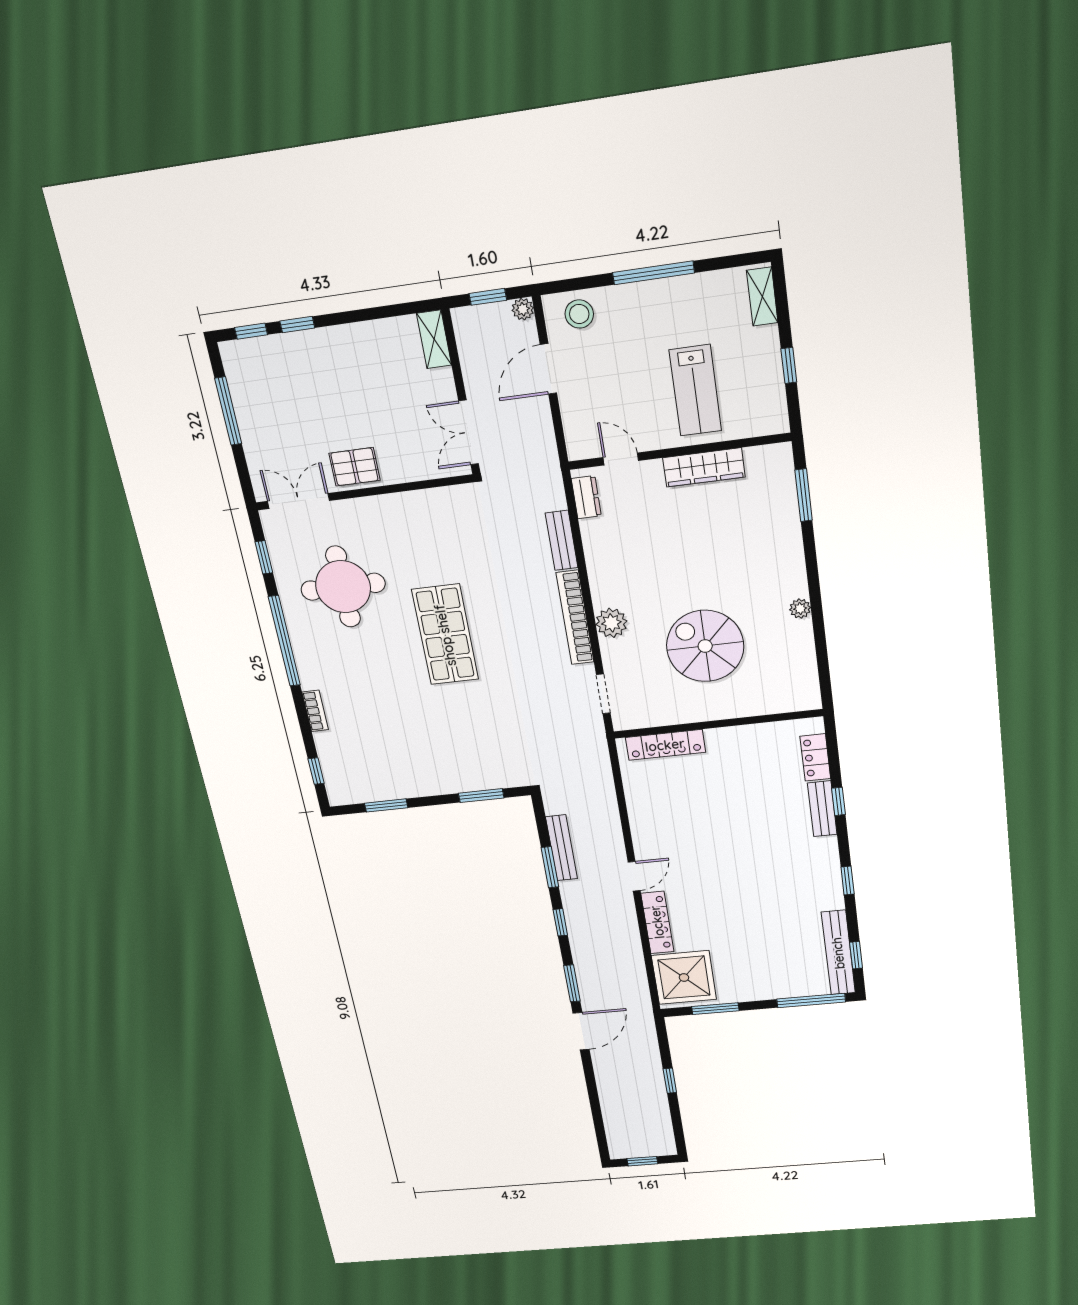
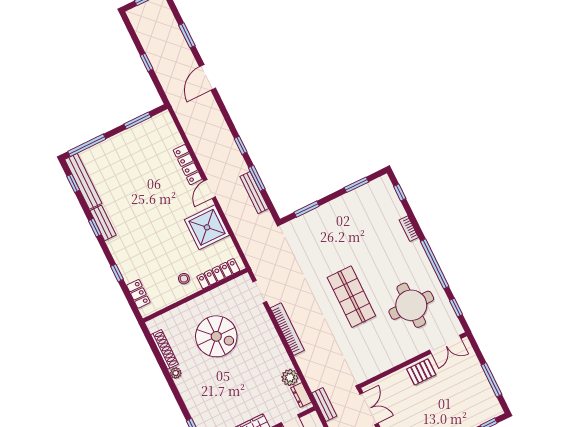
bench: (562, 540) -> (324, 404), moved
plant: (611, 623) -> (290, 377), moved
shoe rack: (805, 654) -> (164, 349), added
stool: (728, 756) -> (184, 279), added
bench: (822, 809) -> (103, 223), moved
shower: (684, 977) -> (207, 227), moved
window: (572, 983) -> (187, 35), moved

